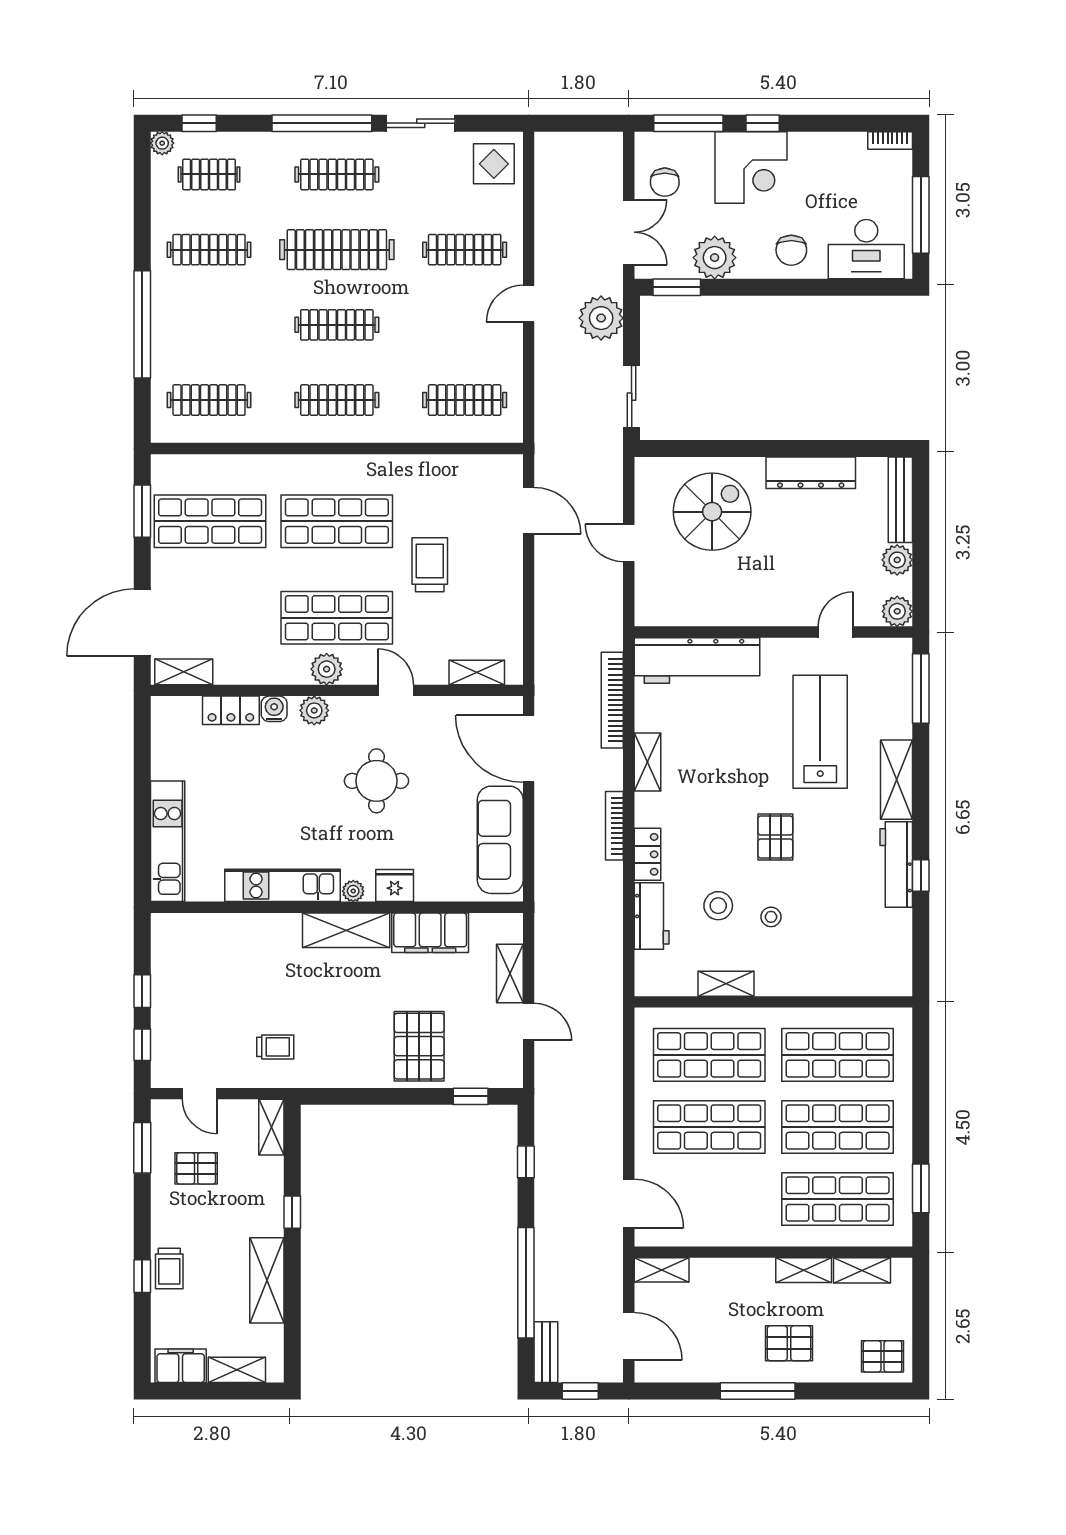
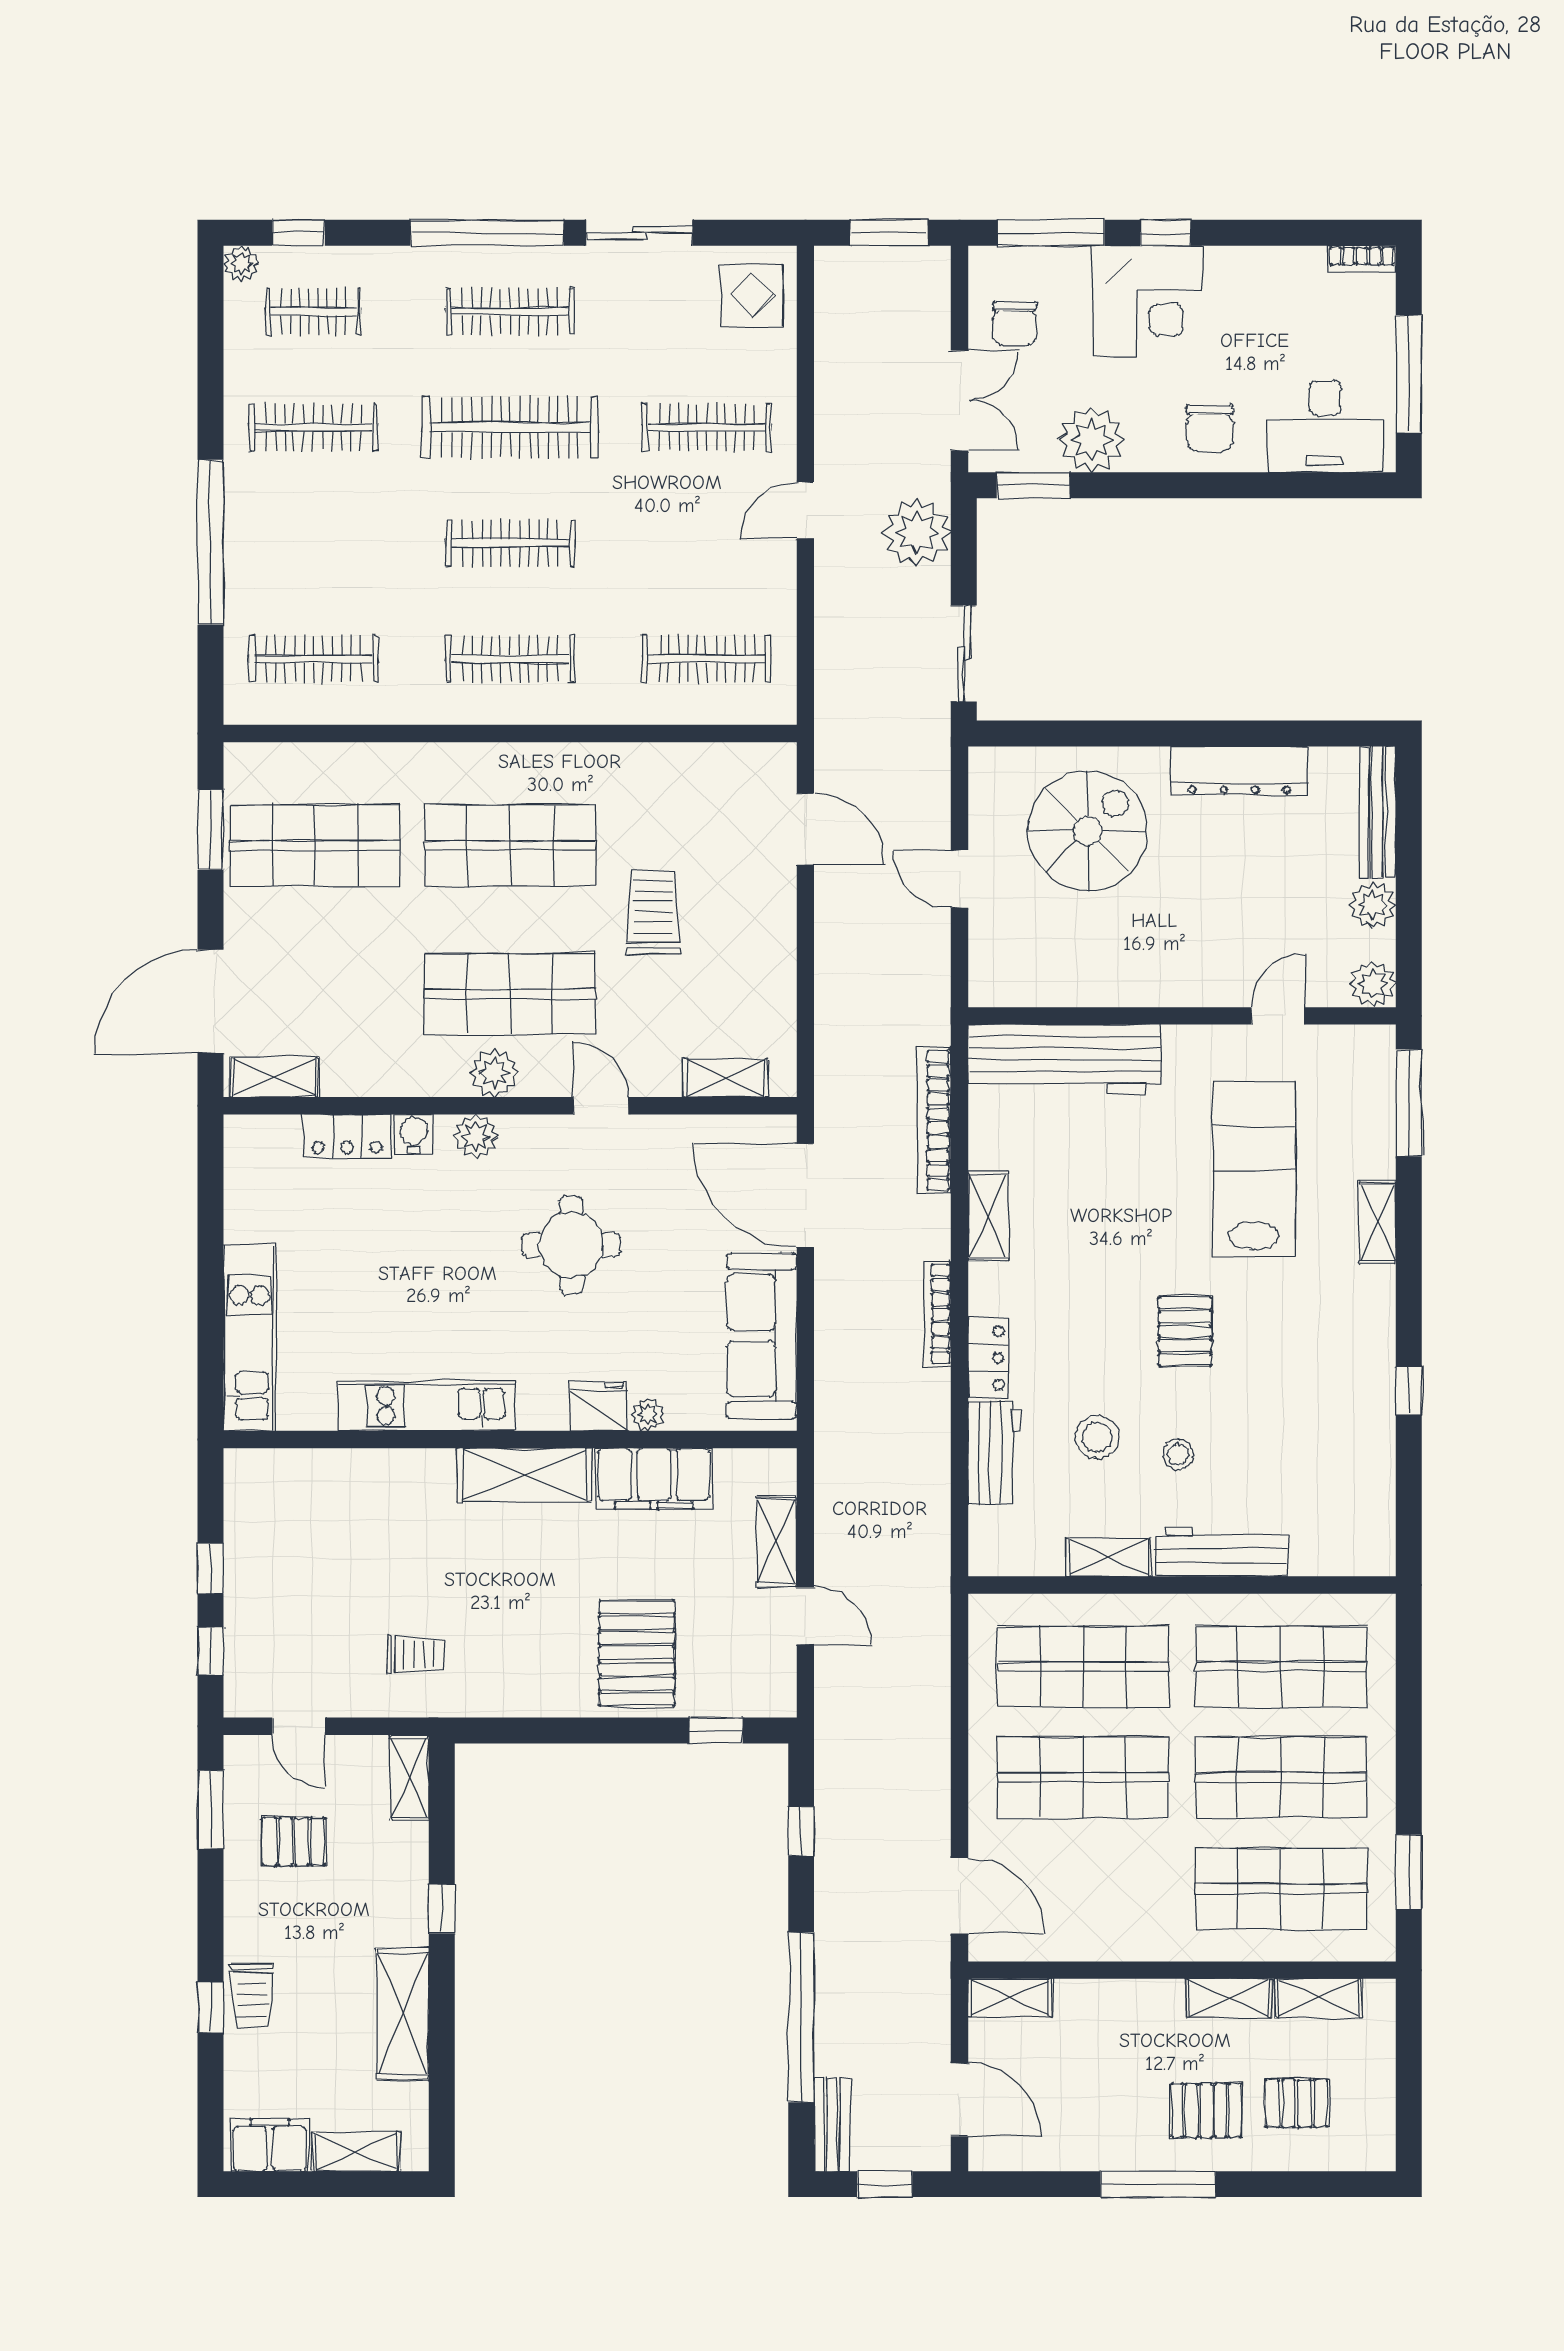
window: (583, 123) -> (889, 233), added
shelving: (896, 780) -> (1378, 1223), width x0.67, depth x0.75
workbench: (896, 865) -> (1221, 1552), moved, turned 90
plant: (353, 891) -> (648, 1414), moved
pallet: (882, 1356) -> (1297, 2103), moved

